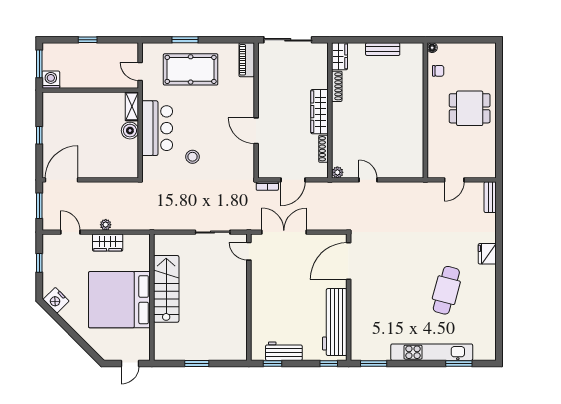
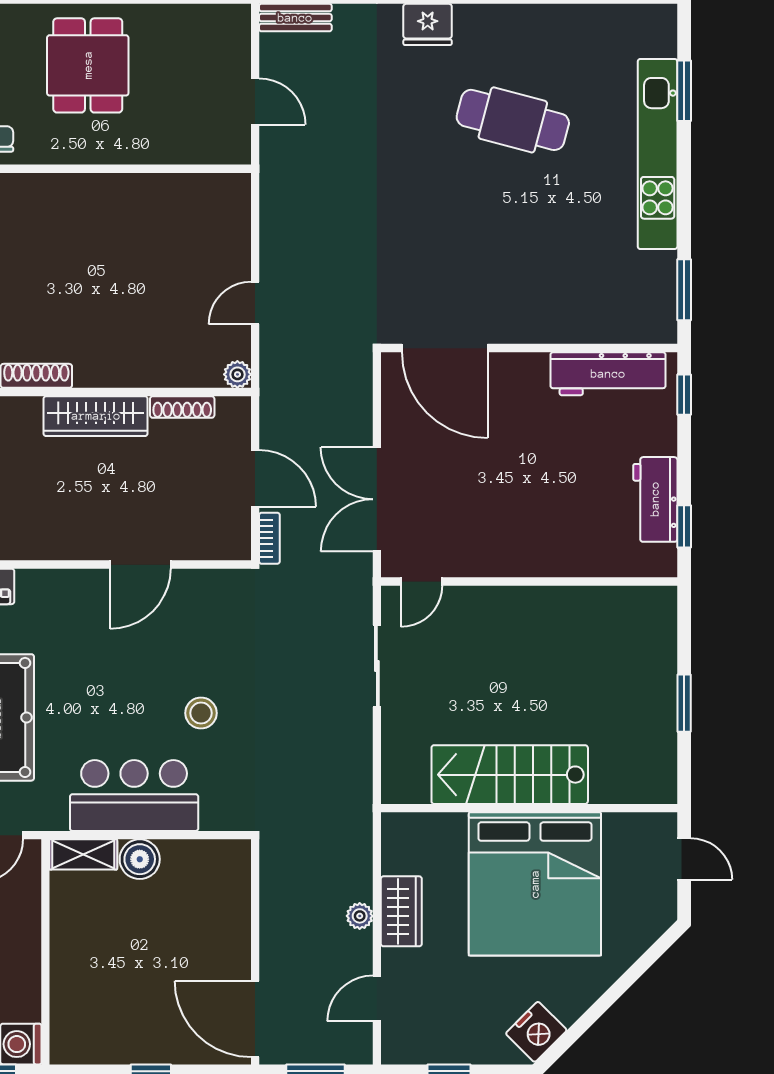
workbench: (335, 322) -> (608, 374), width x0.73, depth x0.76

